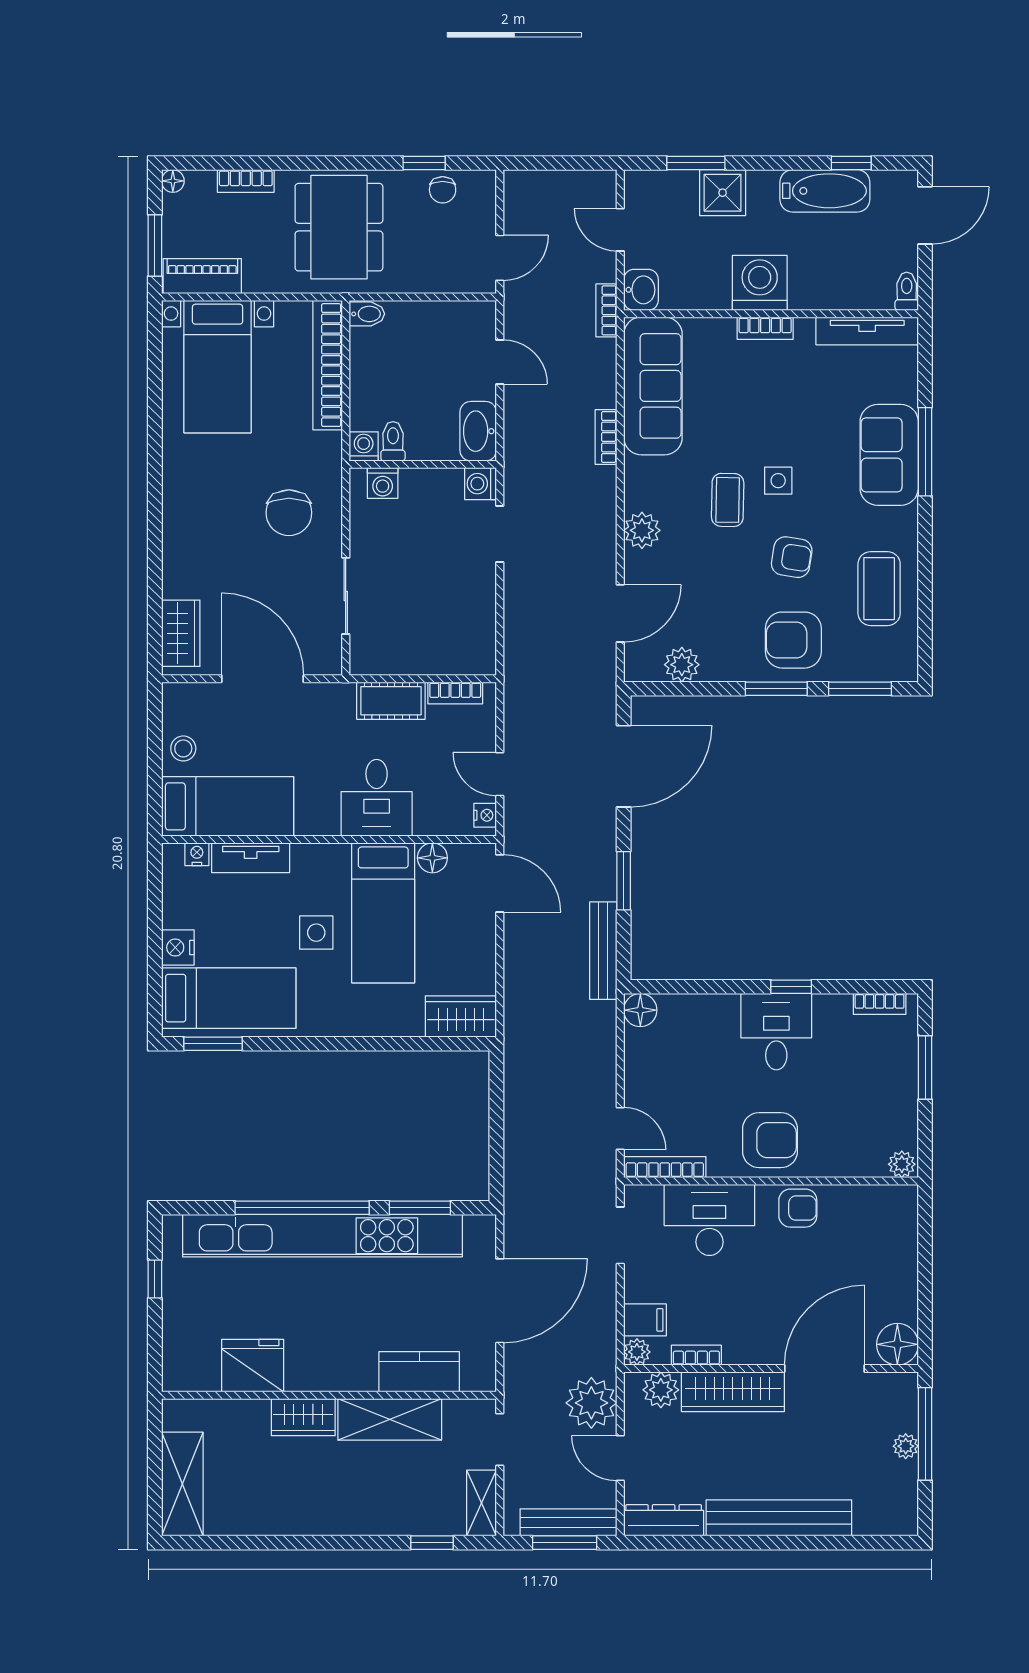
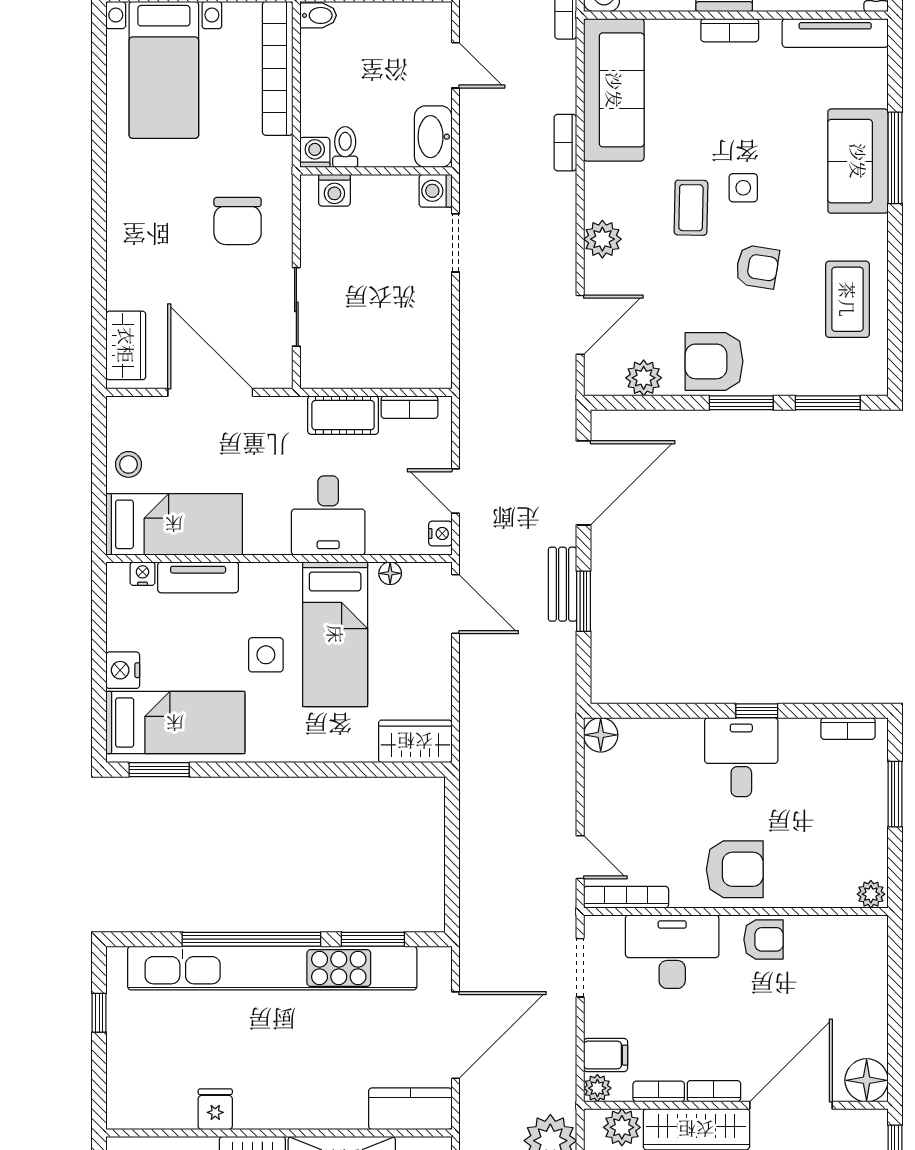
armchair: (793, 640) -> (714, 361), moved
floor lamp: (432, 858) -> (390, 573), width x0.73, depth x0.73
bench: (603, 951) -> (563, 584), moved, width x0.73
bookcase: (750, 1355) -> (714, 1091), added
fridge: (253, 1366) -> (215, 1109), width x0.53, depth x0.75
kitchen counter: (419, 1372) -> (410, 1109), moved

